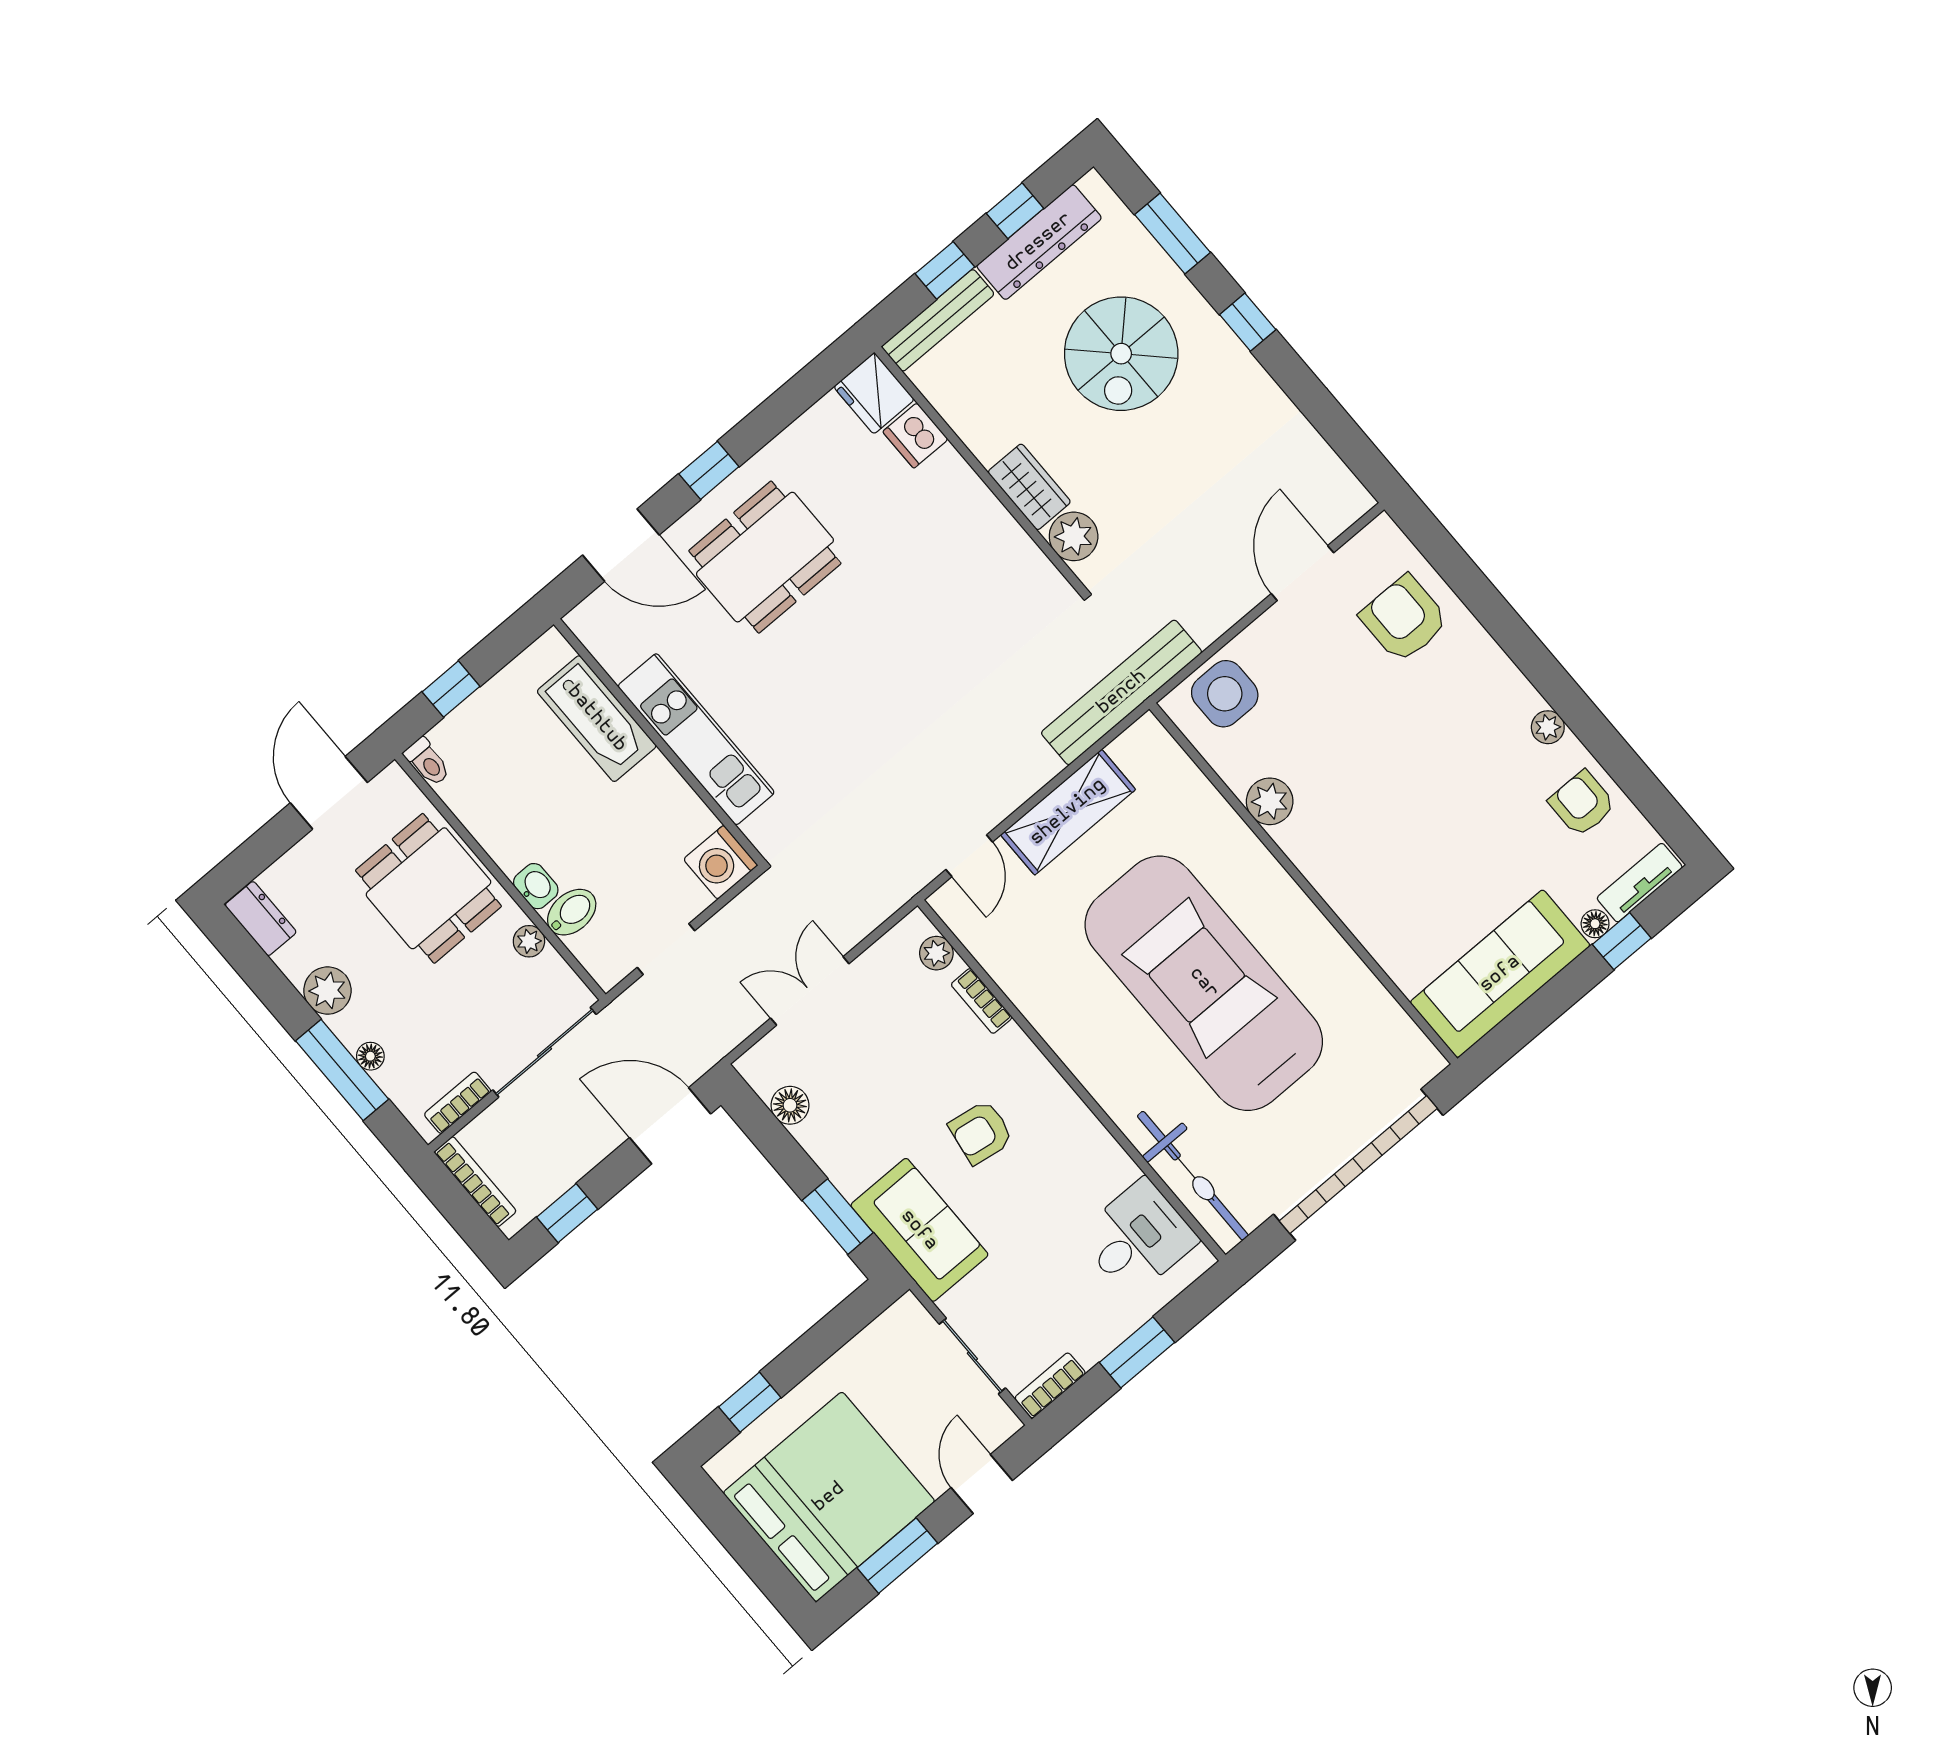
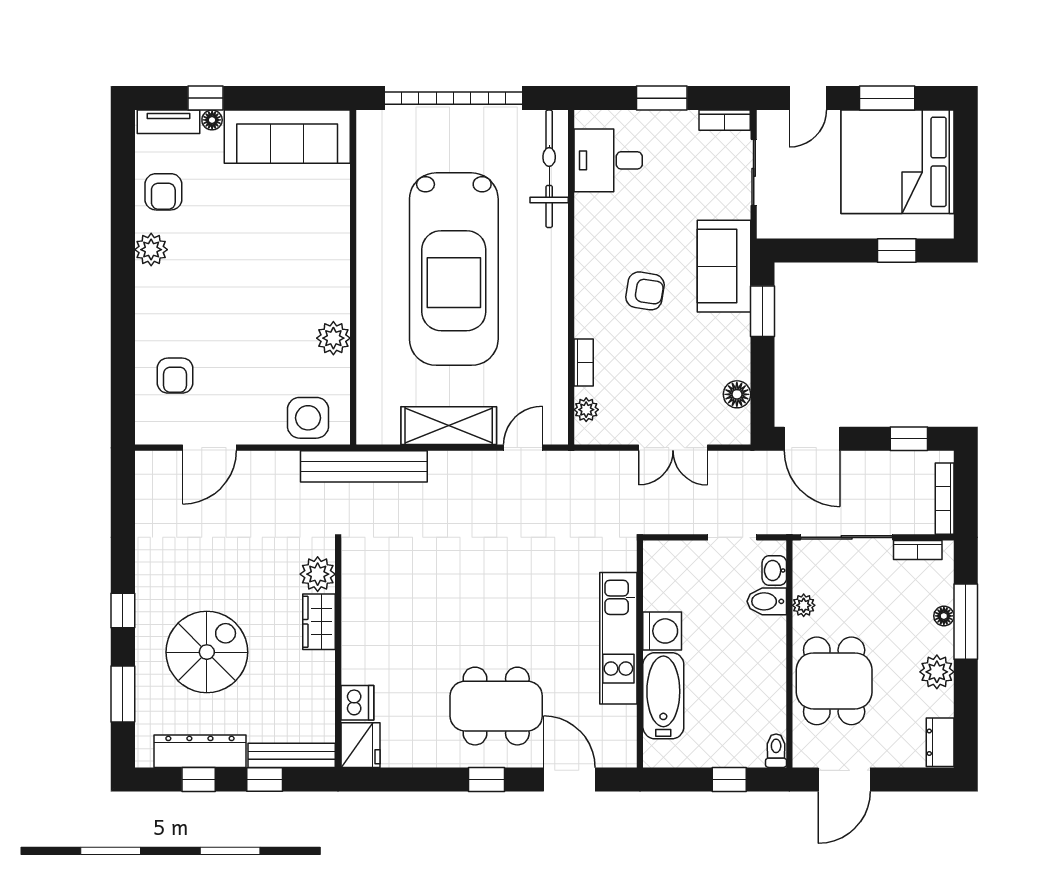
armchair: (1404, 619) -> (175, 376), width x0.72, depth x0.72
plant: (1548, 727) -> (151, 250), width x1.38, depth x1.38
washing machine: (721, 862) -> (662, 631), moved
washbasin: (536, 886) -> (774, 570), moved

